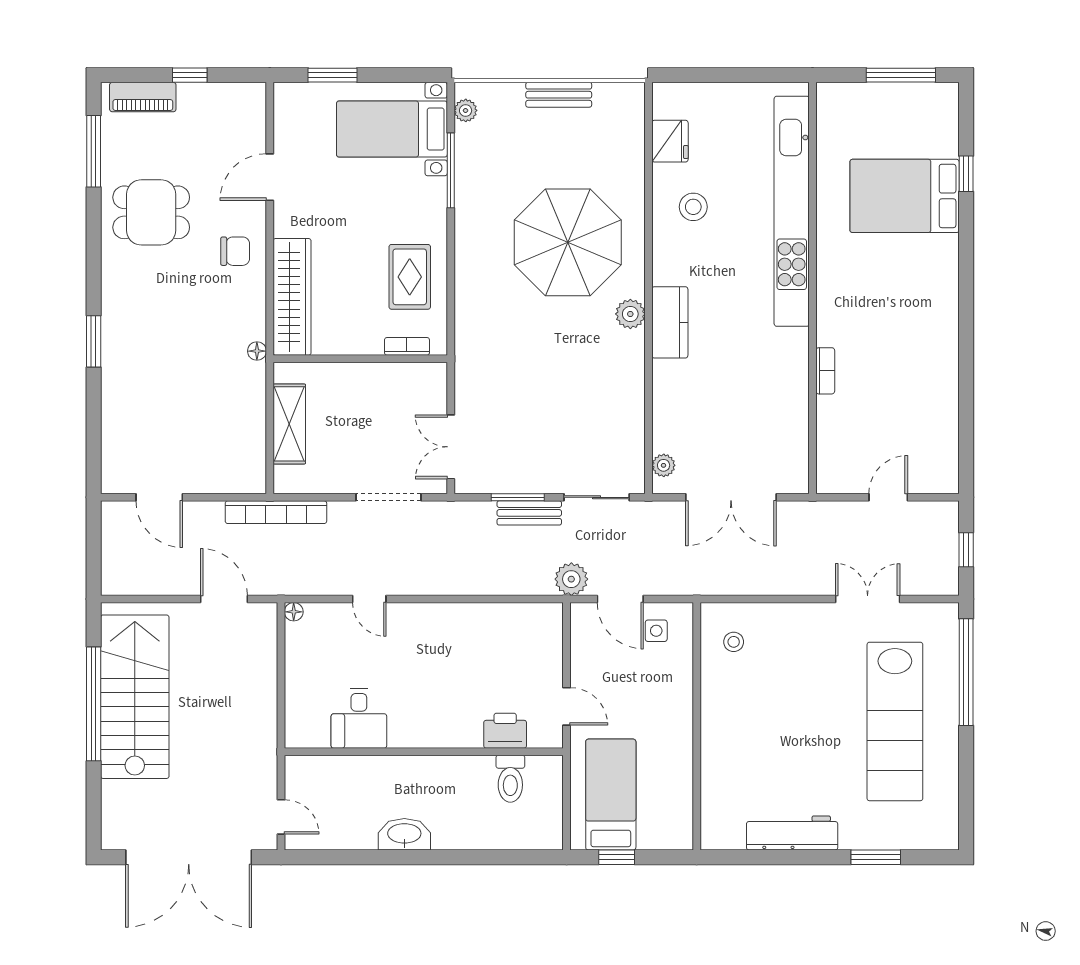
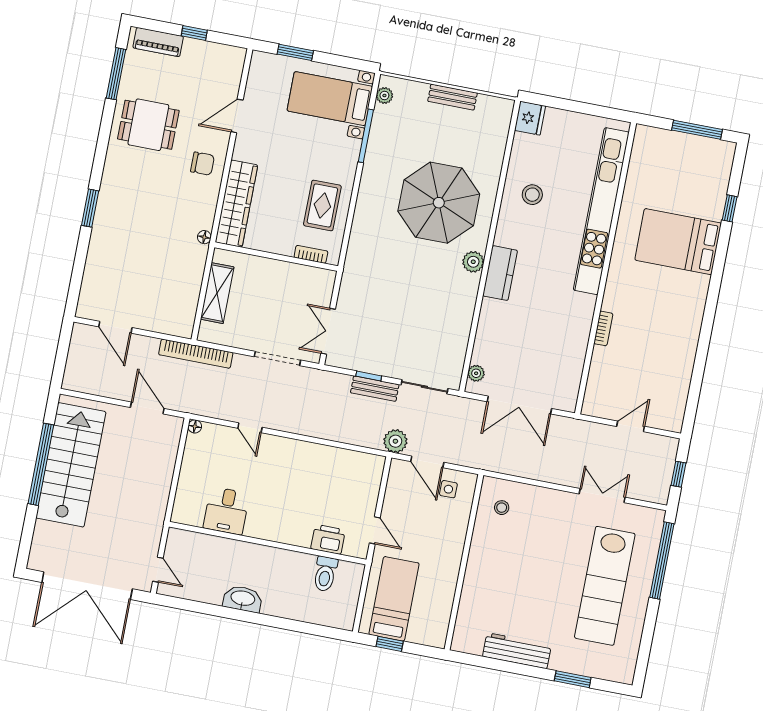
fridge: (670, 141) -> (530, 118), moved
bed: (905, 196) -> (678, 242), moved
window: (518, 497) -> (369, 376), width x0.67

